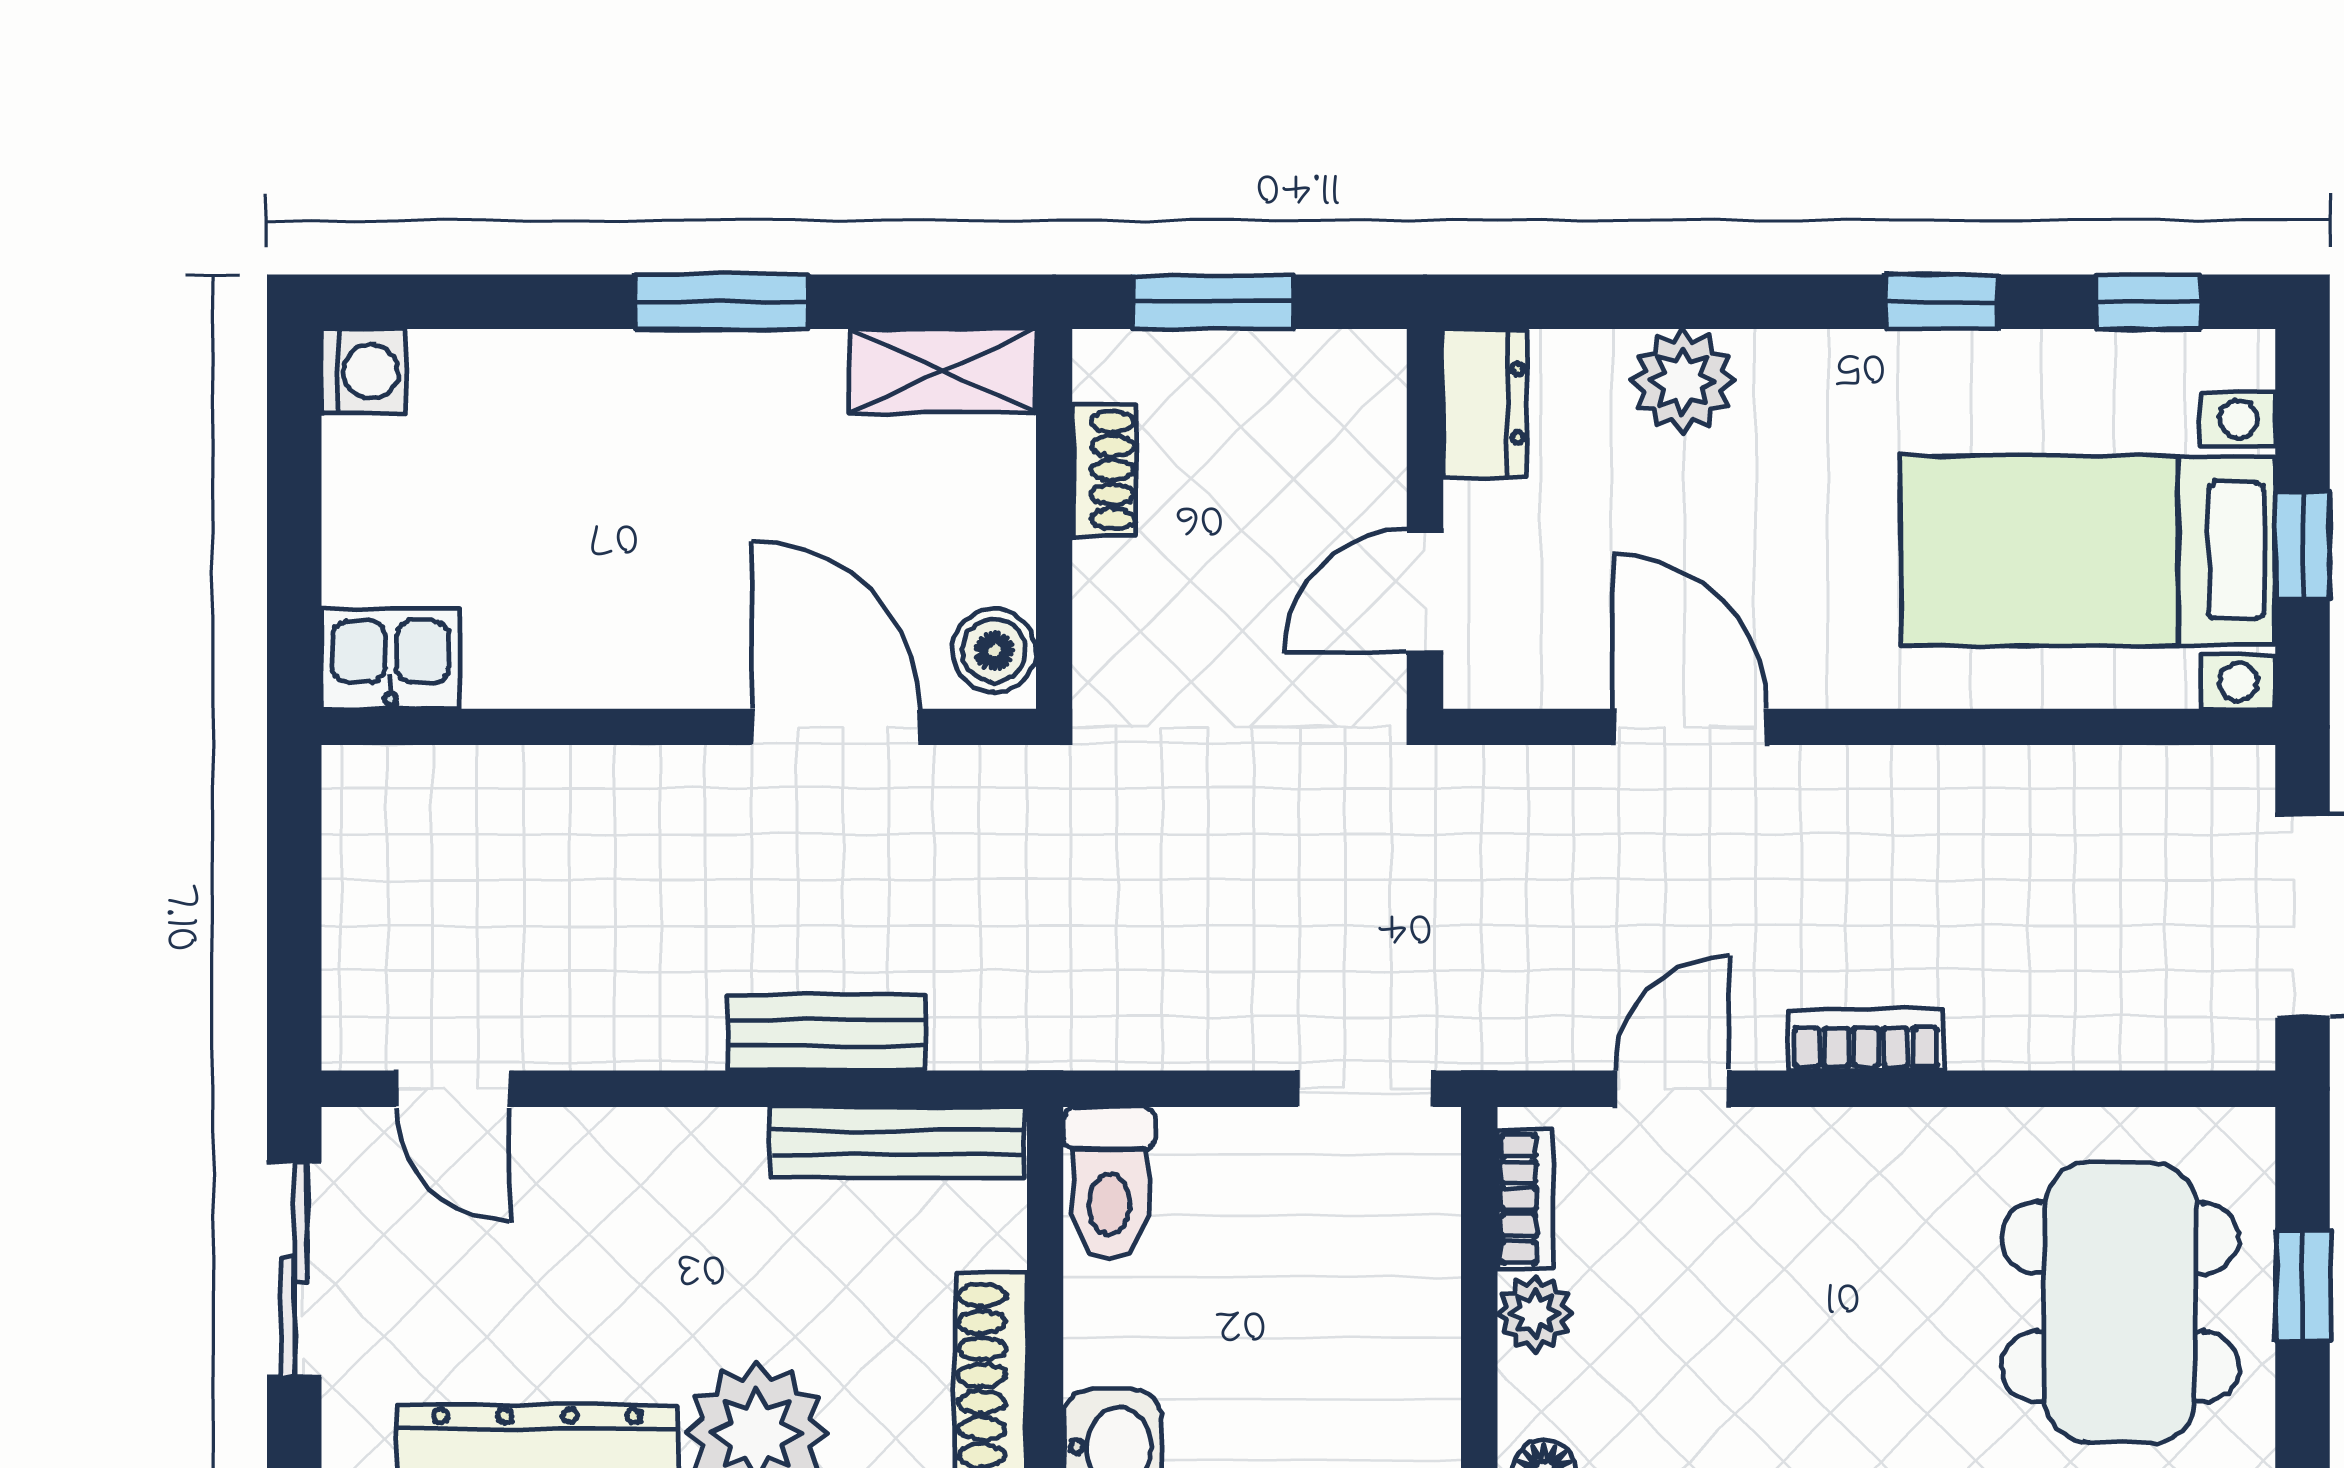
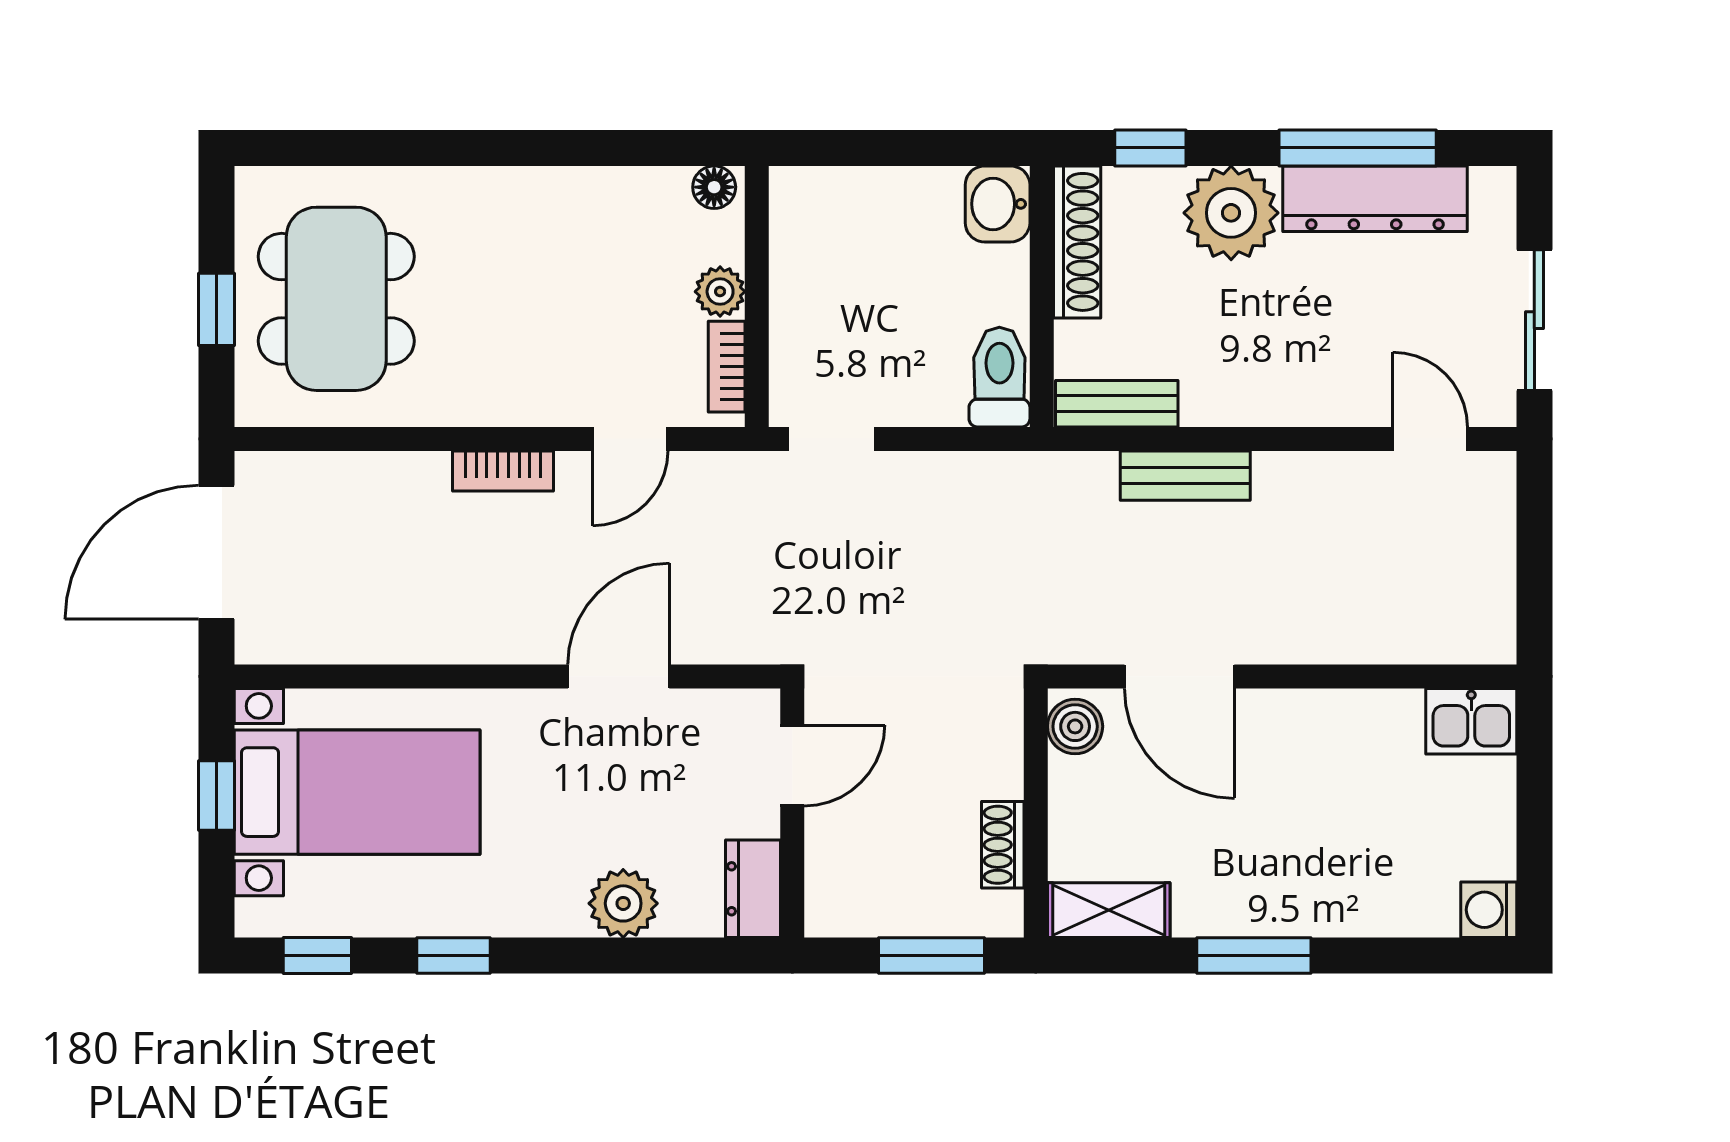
door: (1690, 727) -> (619, 676), swing flipped
bench: (897, 1142) -> (1117, 404), width x0.73

